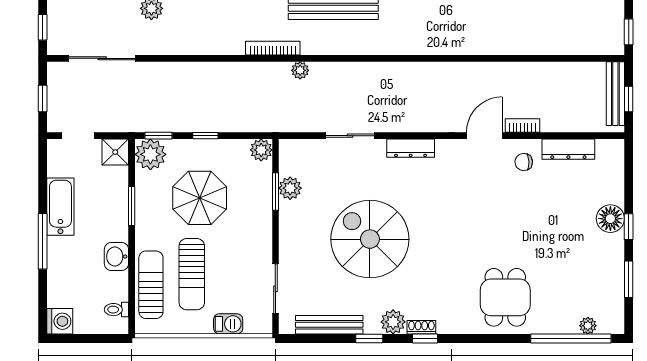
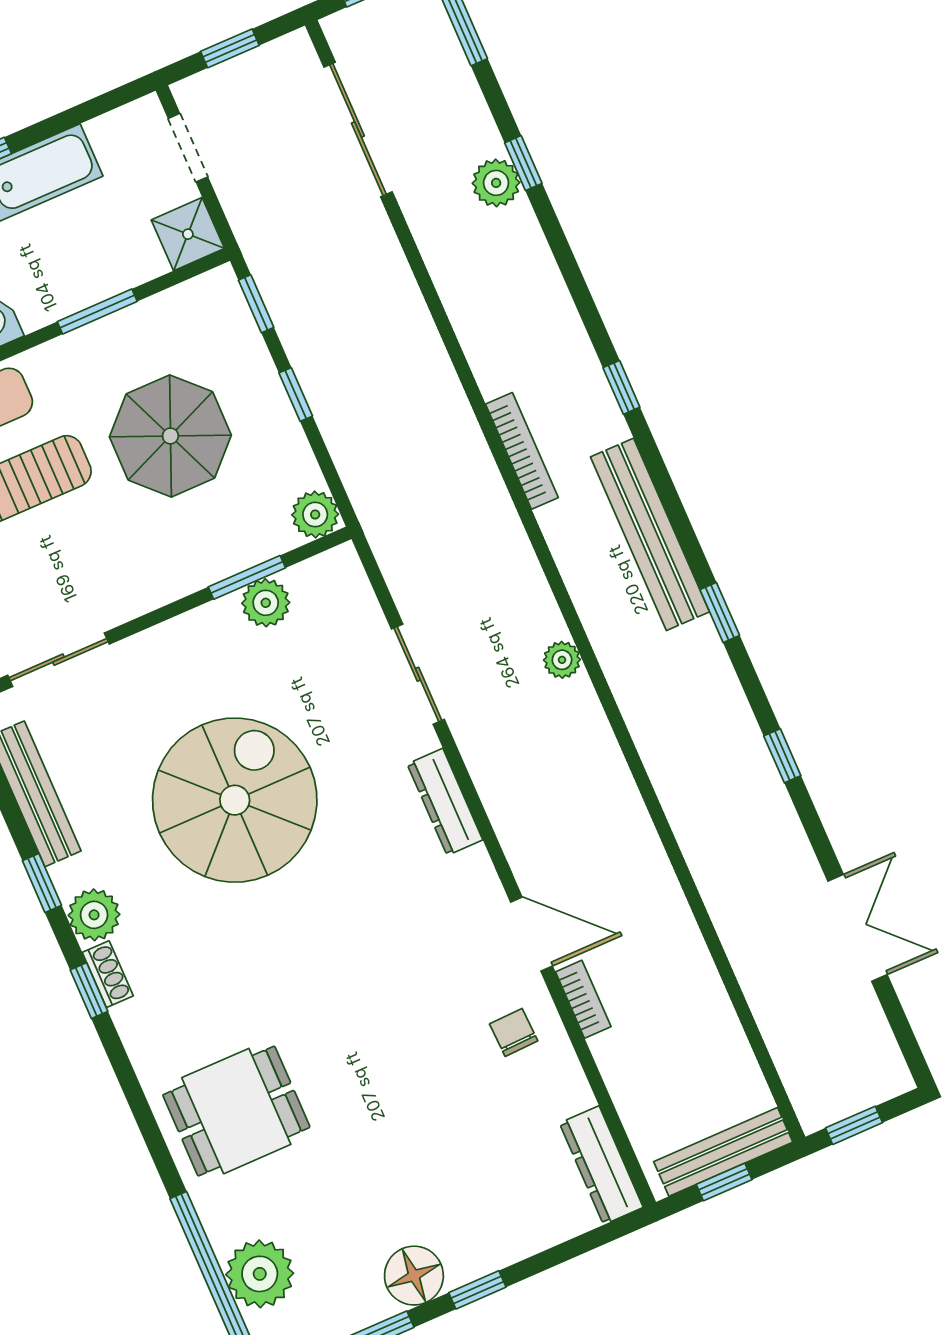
plant: (300, 70) -> (562, 660), moved
dresser: (568, 149) -> (601, 1165), moved
plant: (150, 154) -> (213, 304), removed
floor lamp: (610, 219) -> (414, 1276), moved
plant: (588, 326) -> (260, 1274), width x1.88, depth x1.88

